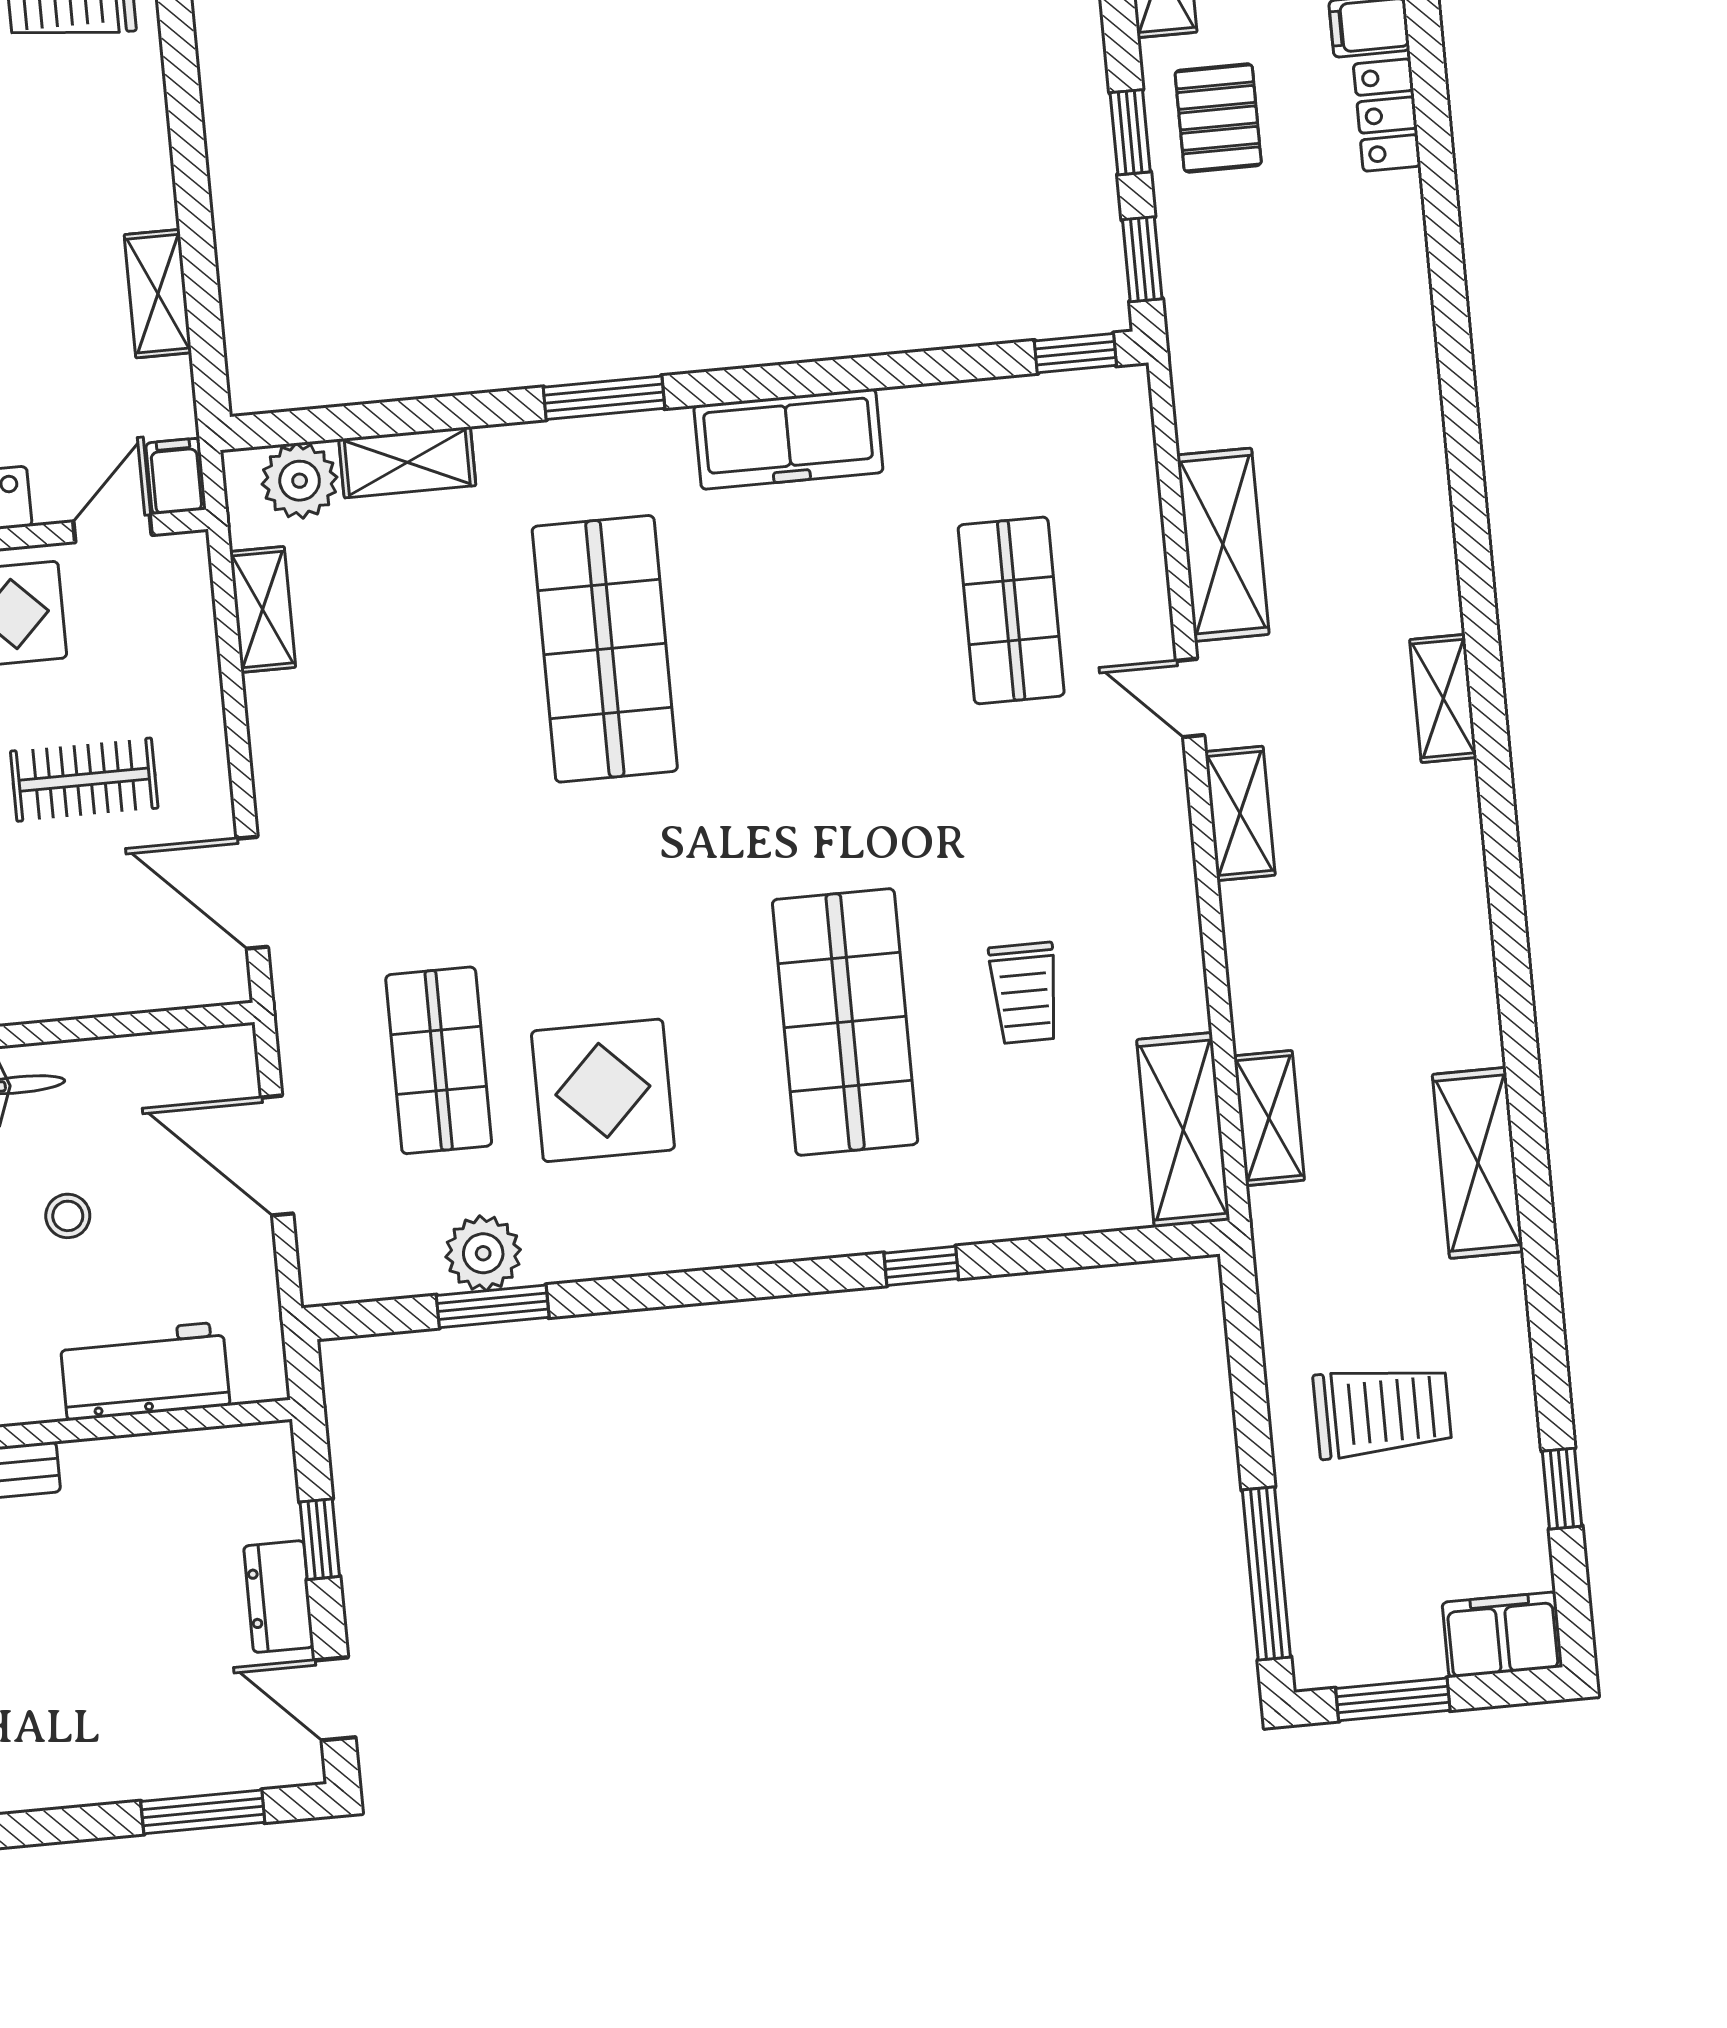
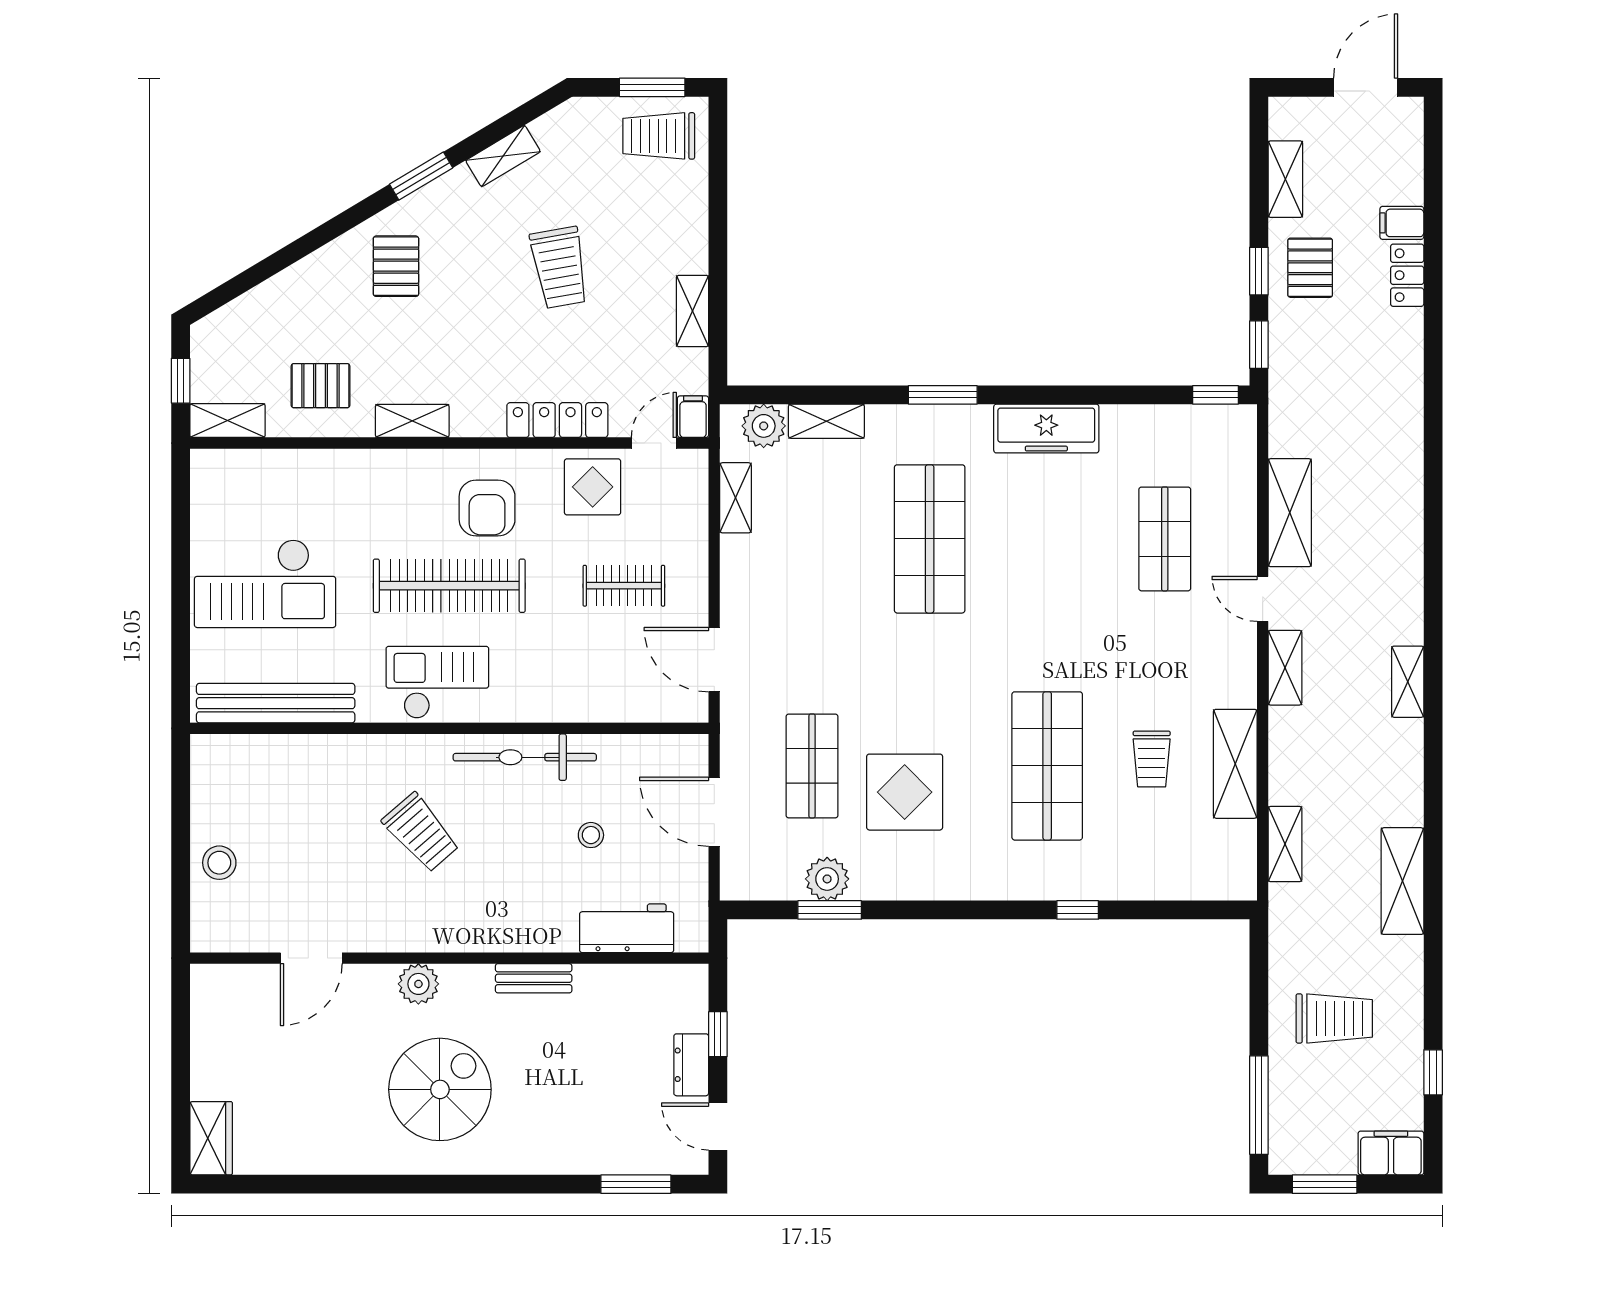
shelving: (1443, 698) -> (1408, 682), moved
shelving: (1183, 1130) -> (1235, 764), moved

